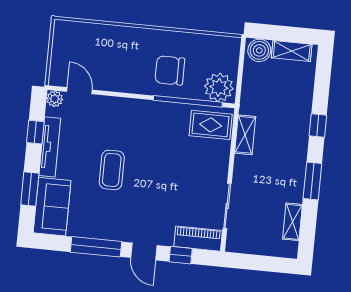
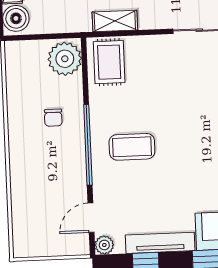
chair: (170, 70) -> (53, 118), width x0.54, depth x0.54
window: (188, 101) -> (88, 145), moved
coffee table: (112, 170) -> (132, 147), moved

